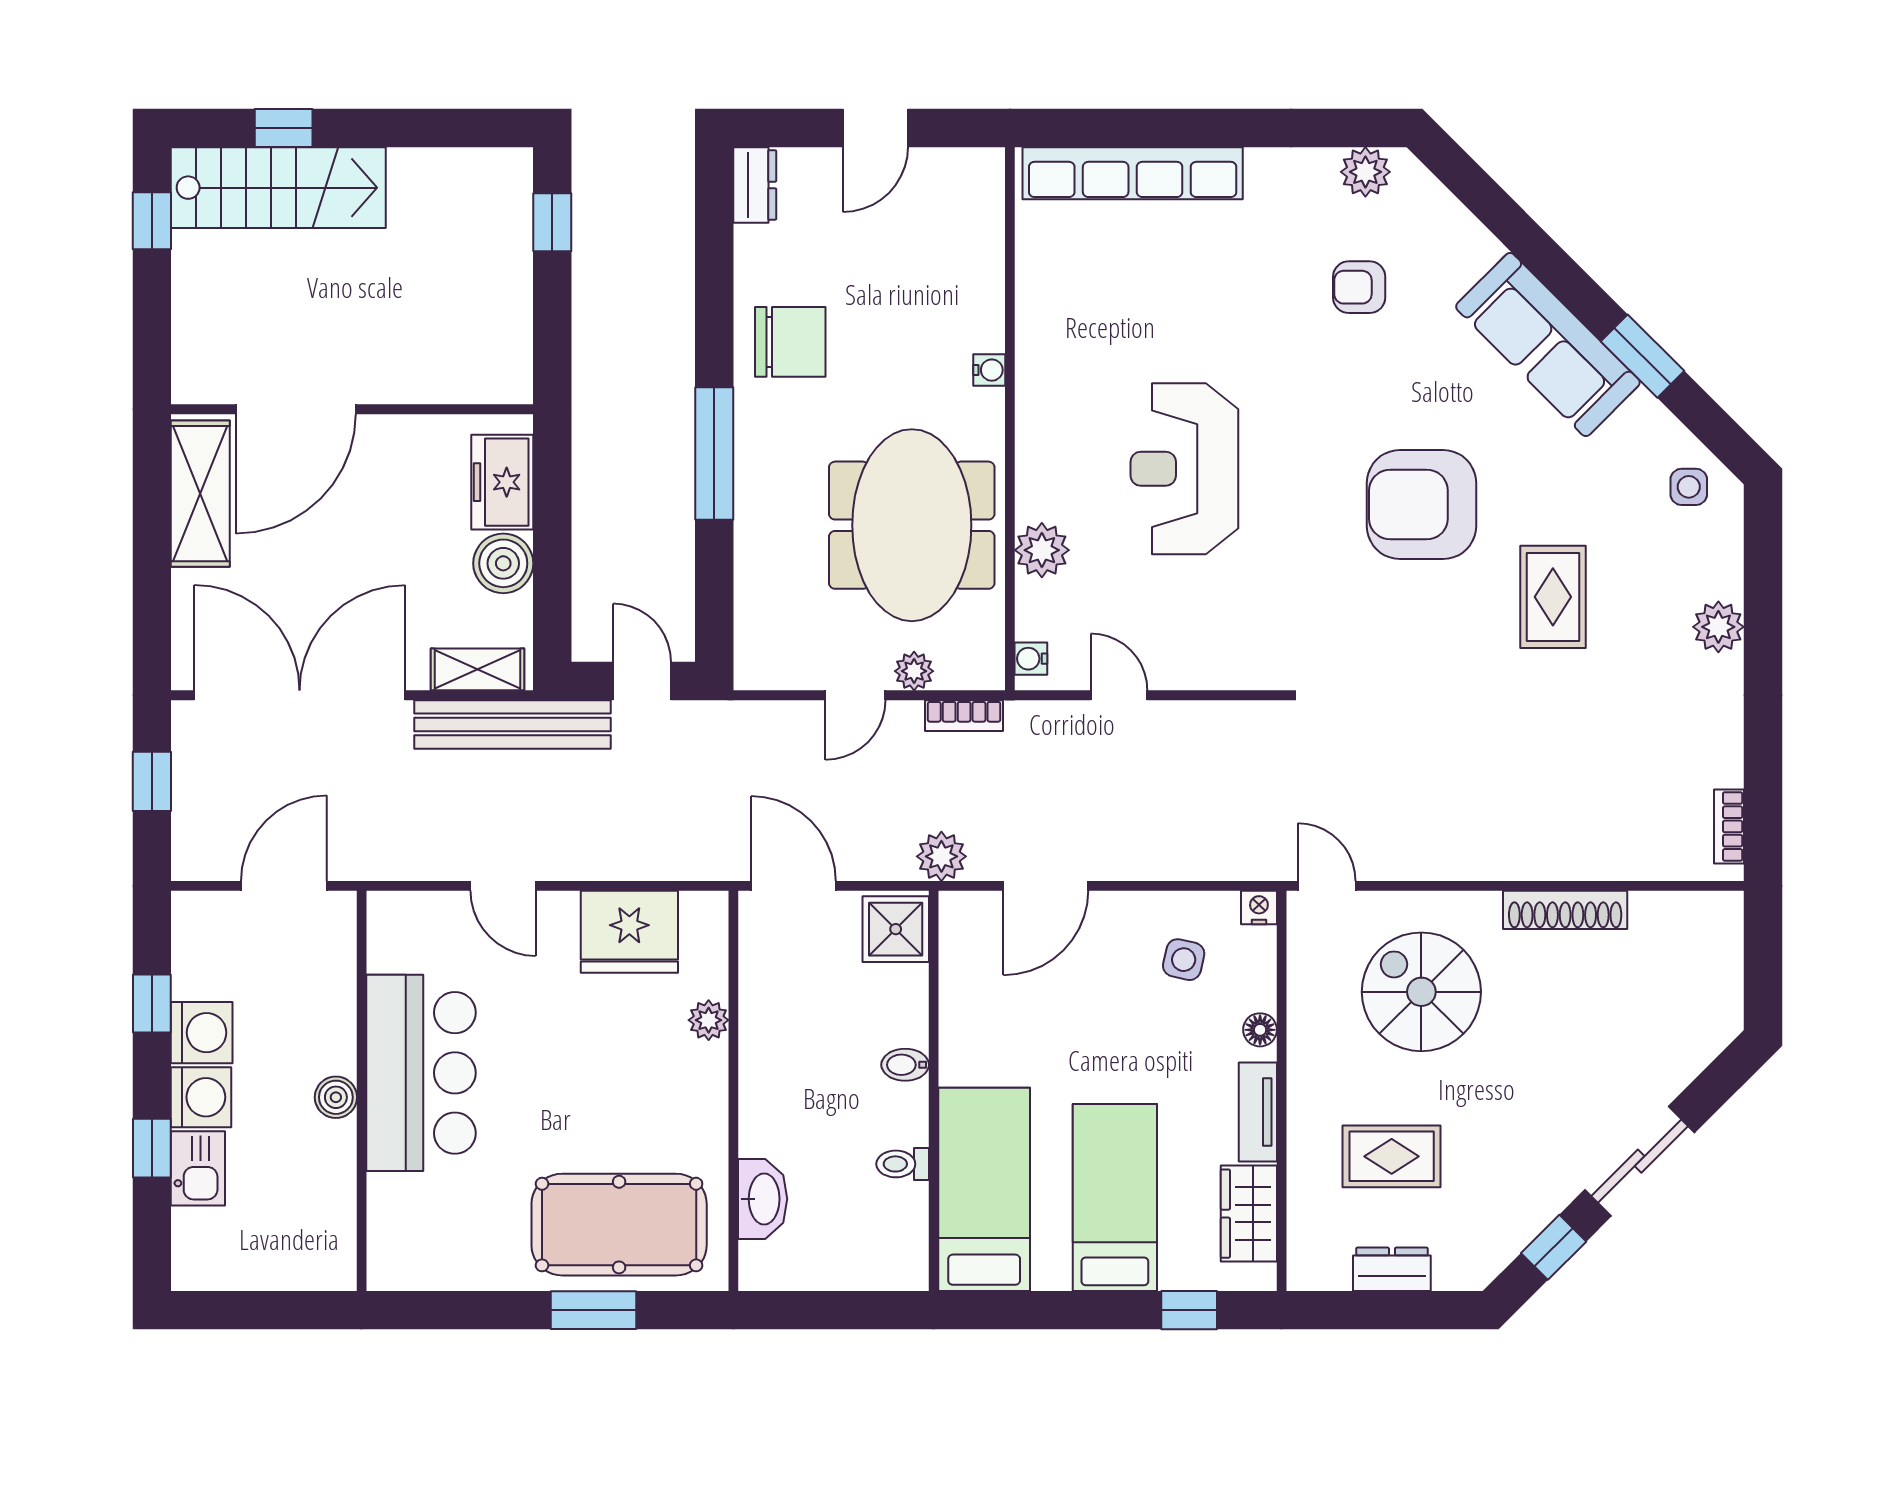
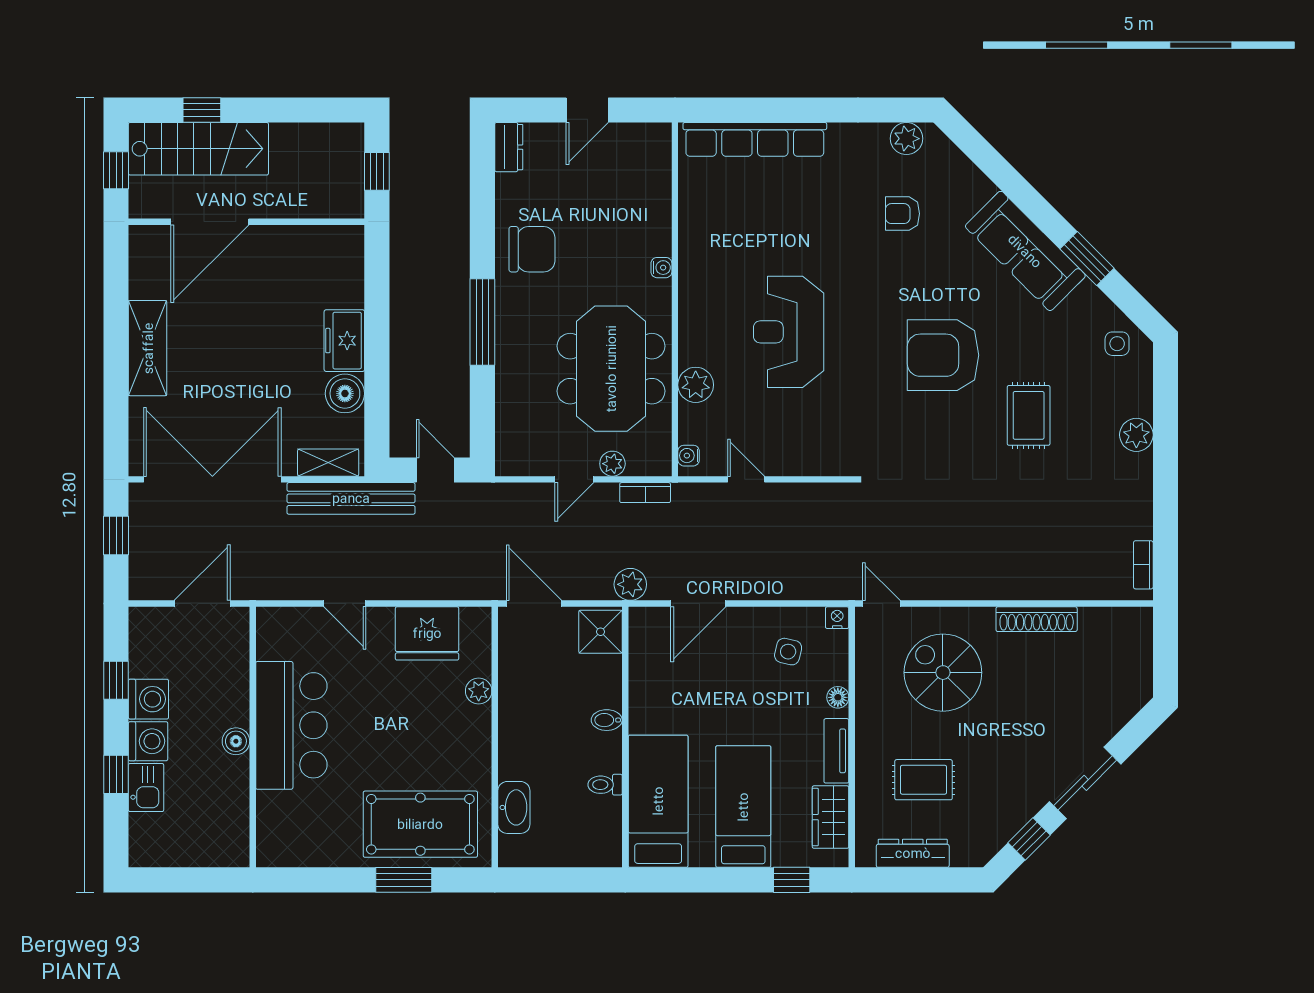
door: (296, 409) -> (210, 222), moved
wall: (352, 409) -> (246, 222), moved
dresser: (1392, 1269) -> (913, 853), width x1.44

